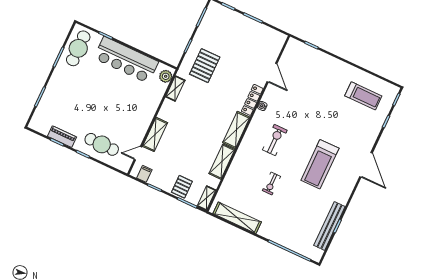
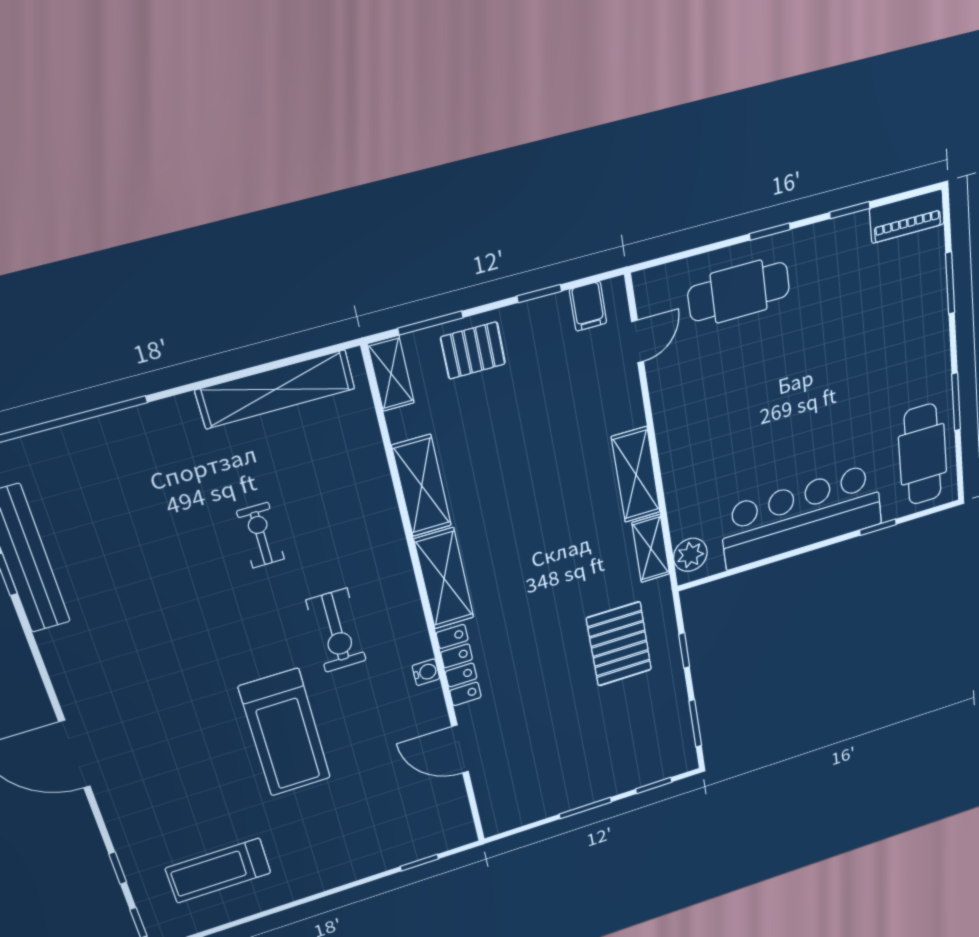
shelving: (155, 134) -> (636, 475), moved
piano: (62, 137) -> (907, 216), moved
treadmill: (320, 164) -> (285, 733), moved, turned 180
pallet: (182, 187) -> (473, 351), turned 90

